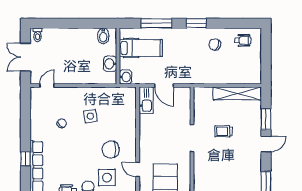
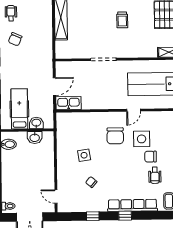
washbasin: (125, 77) -> (36, 123), moved
window: (25, 124) -> (93, 216), added
trolley: (223, 131) -> (122, 20), moved

